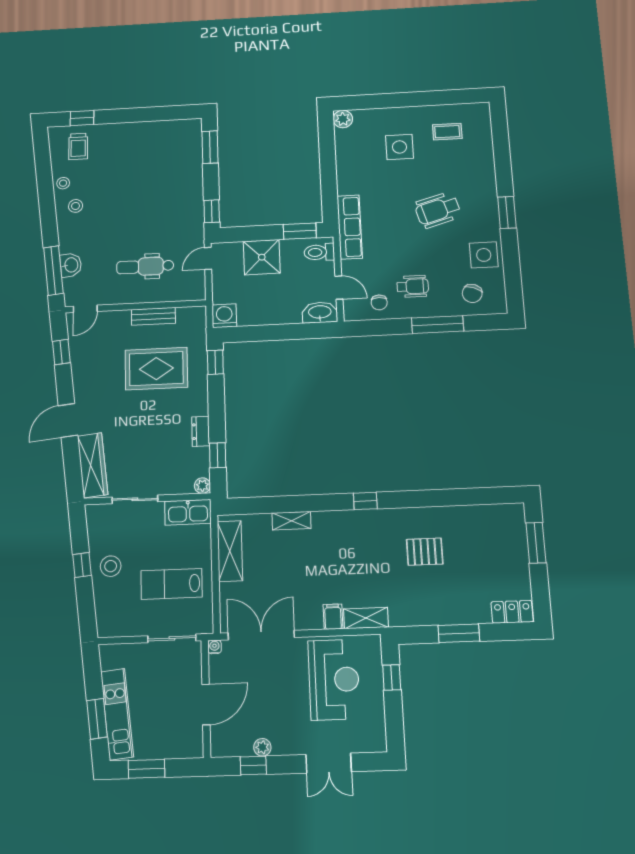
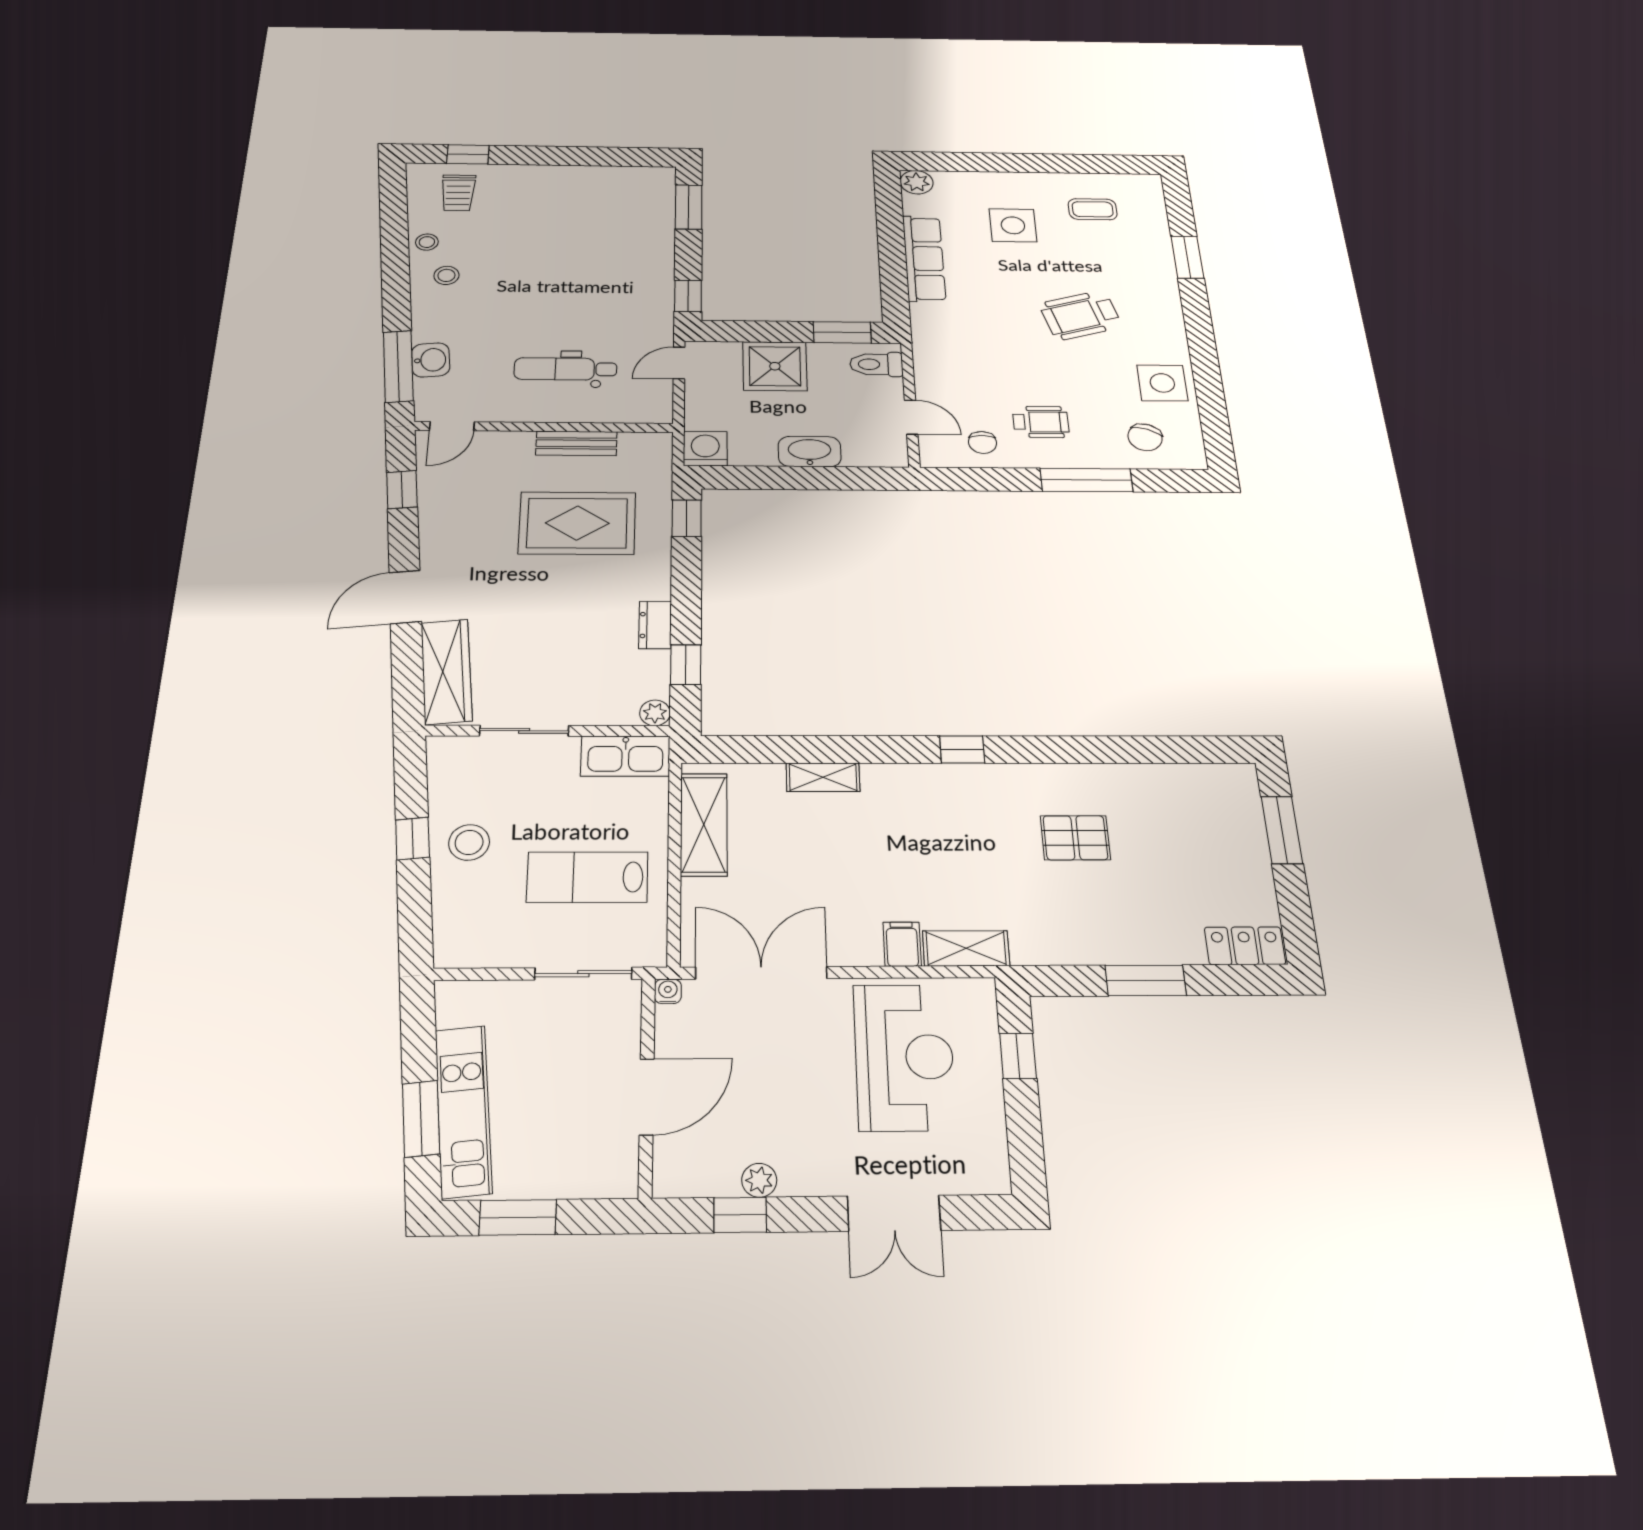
window: (507, 213) -> (1187, 257), moved
row of seats: (350, 227) -> (924, 259), moved
washbasin: (320, 312) -> (810, 452), moved

